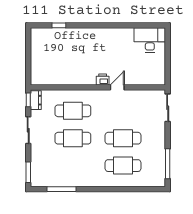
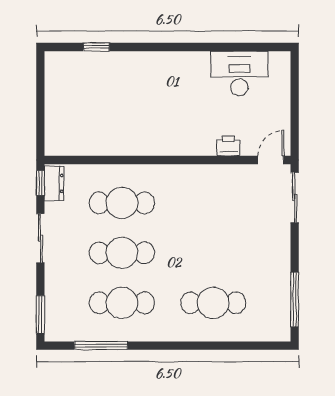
desk: (150, 40) -> (239, 73), moved
printer: (103, 79) -> (228, 146), moved
door: (117, 87) -> (271, 160), moved
cafe table: (123, 138) -> (122, 303), moved

